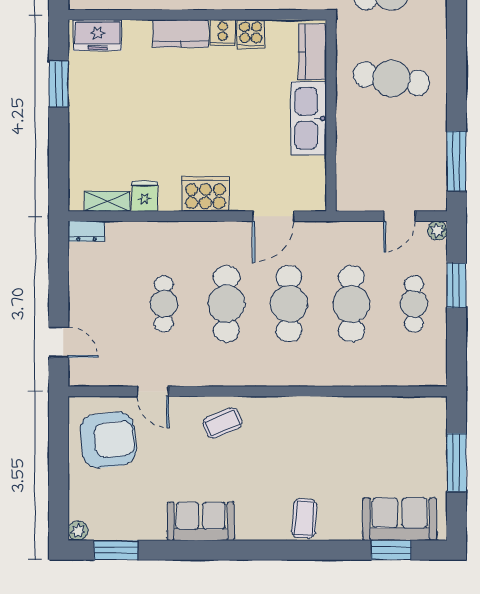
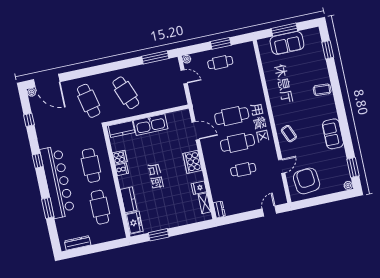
kitchen counter: (181, 34) -> (129, 200), moved
cafe table: (391, 79) -> (126, 93), turned -30
window: (456, 285) -> (221, 43), moved
cafe table: (351, 304) -> (226, 89), removed
sofa: (400, 519) -> (287, 43), moved, turned -90

